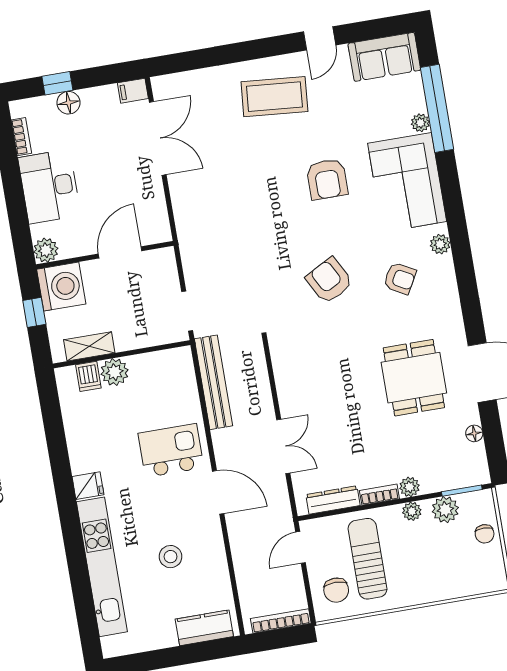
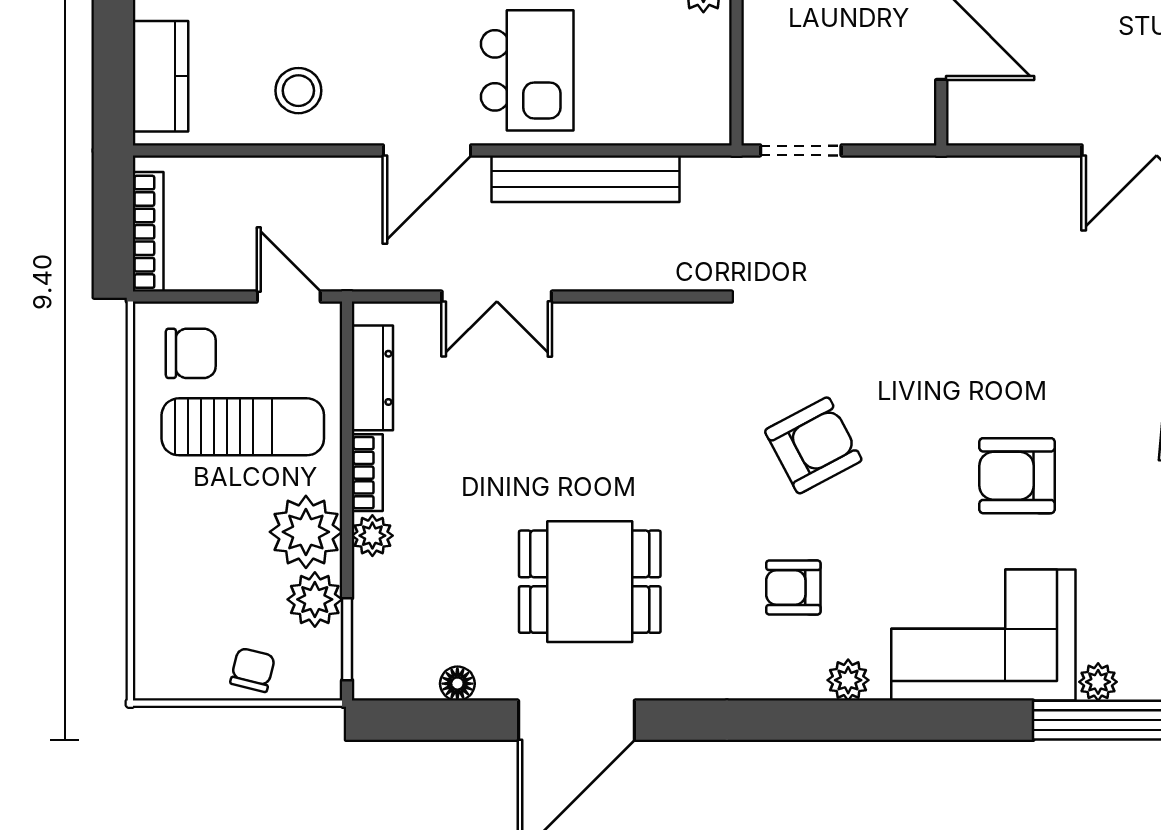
armchair: (400, 278) -> (793, 587), turned 61
bench: (213, 382) -> (585, 179), moved
plant: (412, 511) -> (306, 532), width x1.88, depth x1.88
chair: (485, 534) -> (253, 670), turned 104
stool: (171, 557) -> (298, 91), moved
chair: (336, 590) -> (191, 353), turned 180

